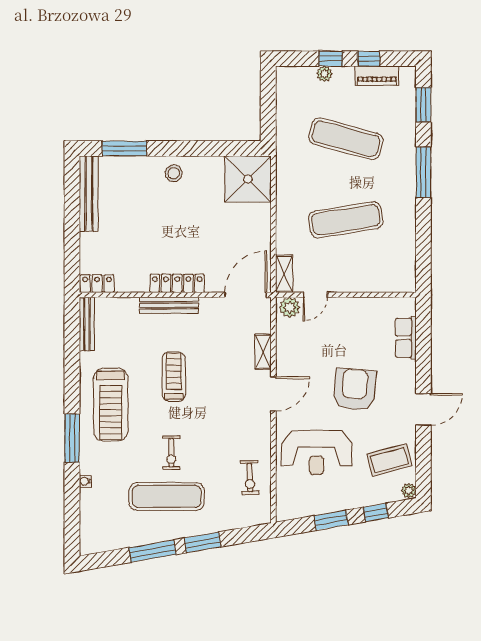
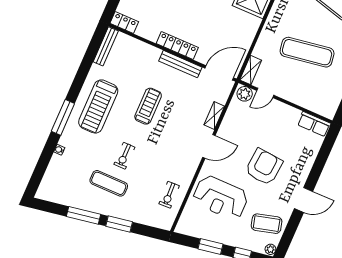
bench: (169, 305) -> (180, 64), moved
row of seats: (406, 338) -> (314, 124), moved, turned -90
exercise mat: (167, 496) -> (109, 183), width x0.73, depth x0.69

